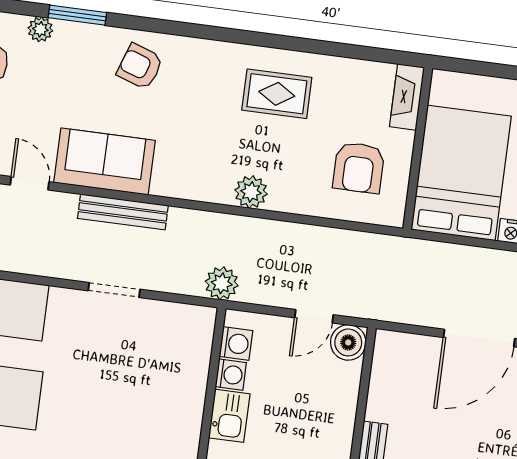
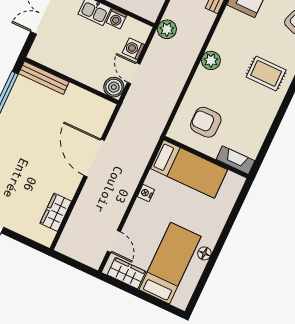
rug: (277, 94) -> (266, 73), moved, turned 90
bed: (461, 173) -> (189, 169), width x0.67
washing machine: (236, 344) -> (133, 49), moved, turned 90

